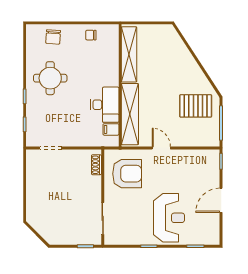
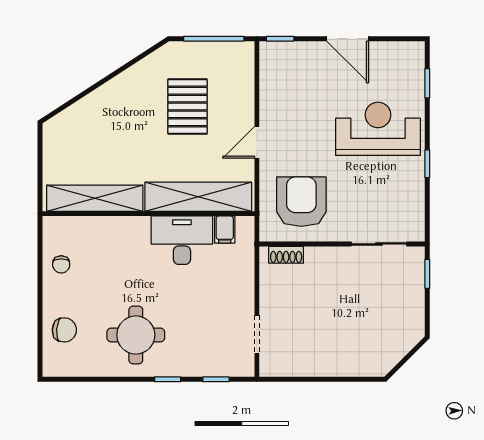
pallet: (196, 106) -> (187, 106), moved

